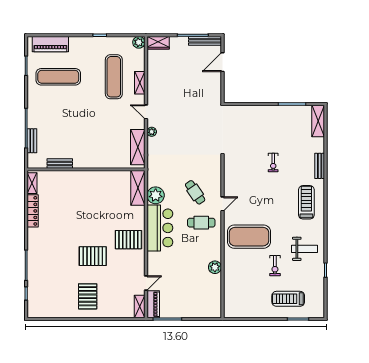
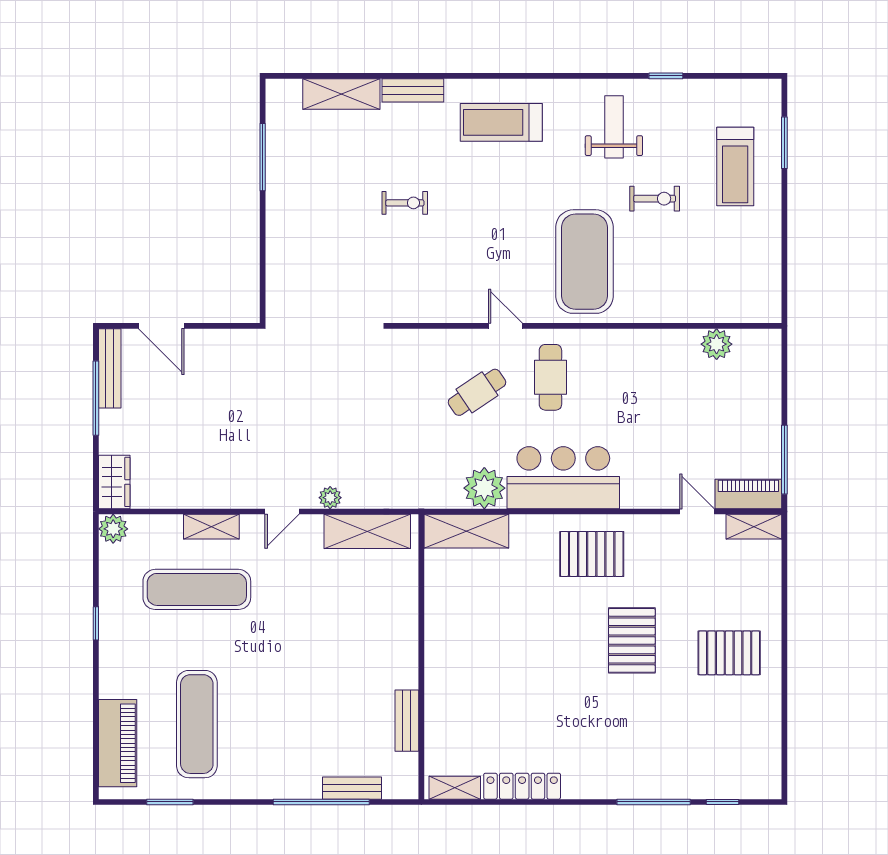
shelving: (318, 121) -> (341, 94), moved
pallet: (128, 240) -> (592, 554), turned 90
plant: (215, 267) -> (717, 344), moved

